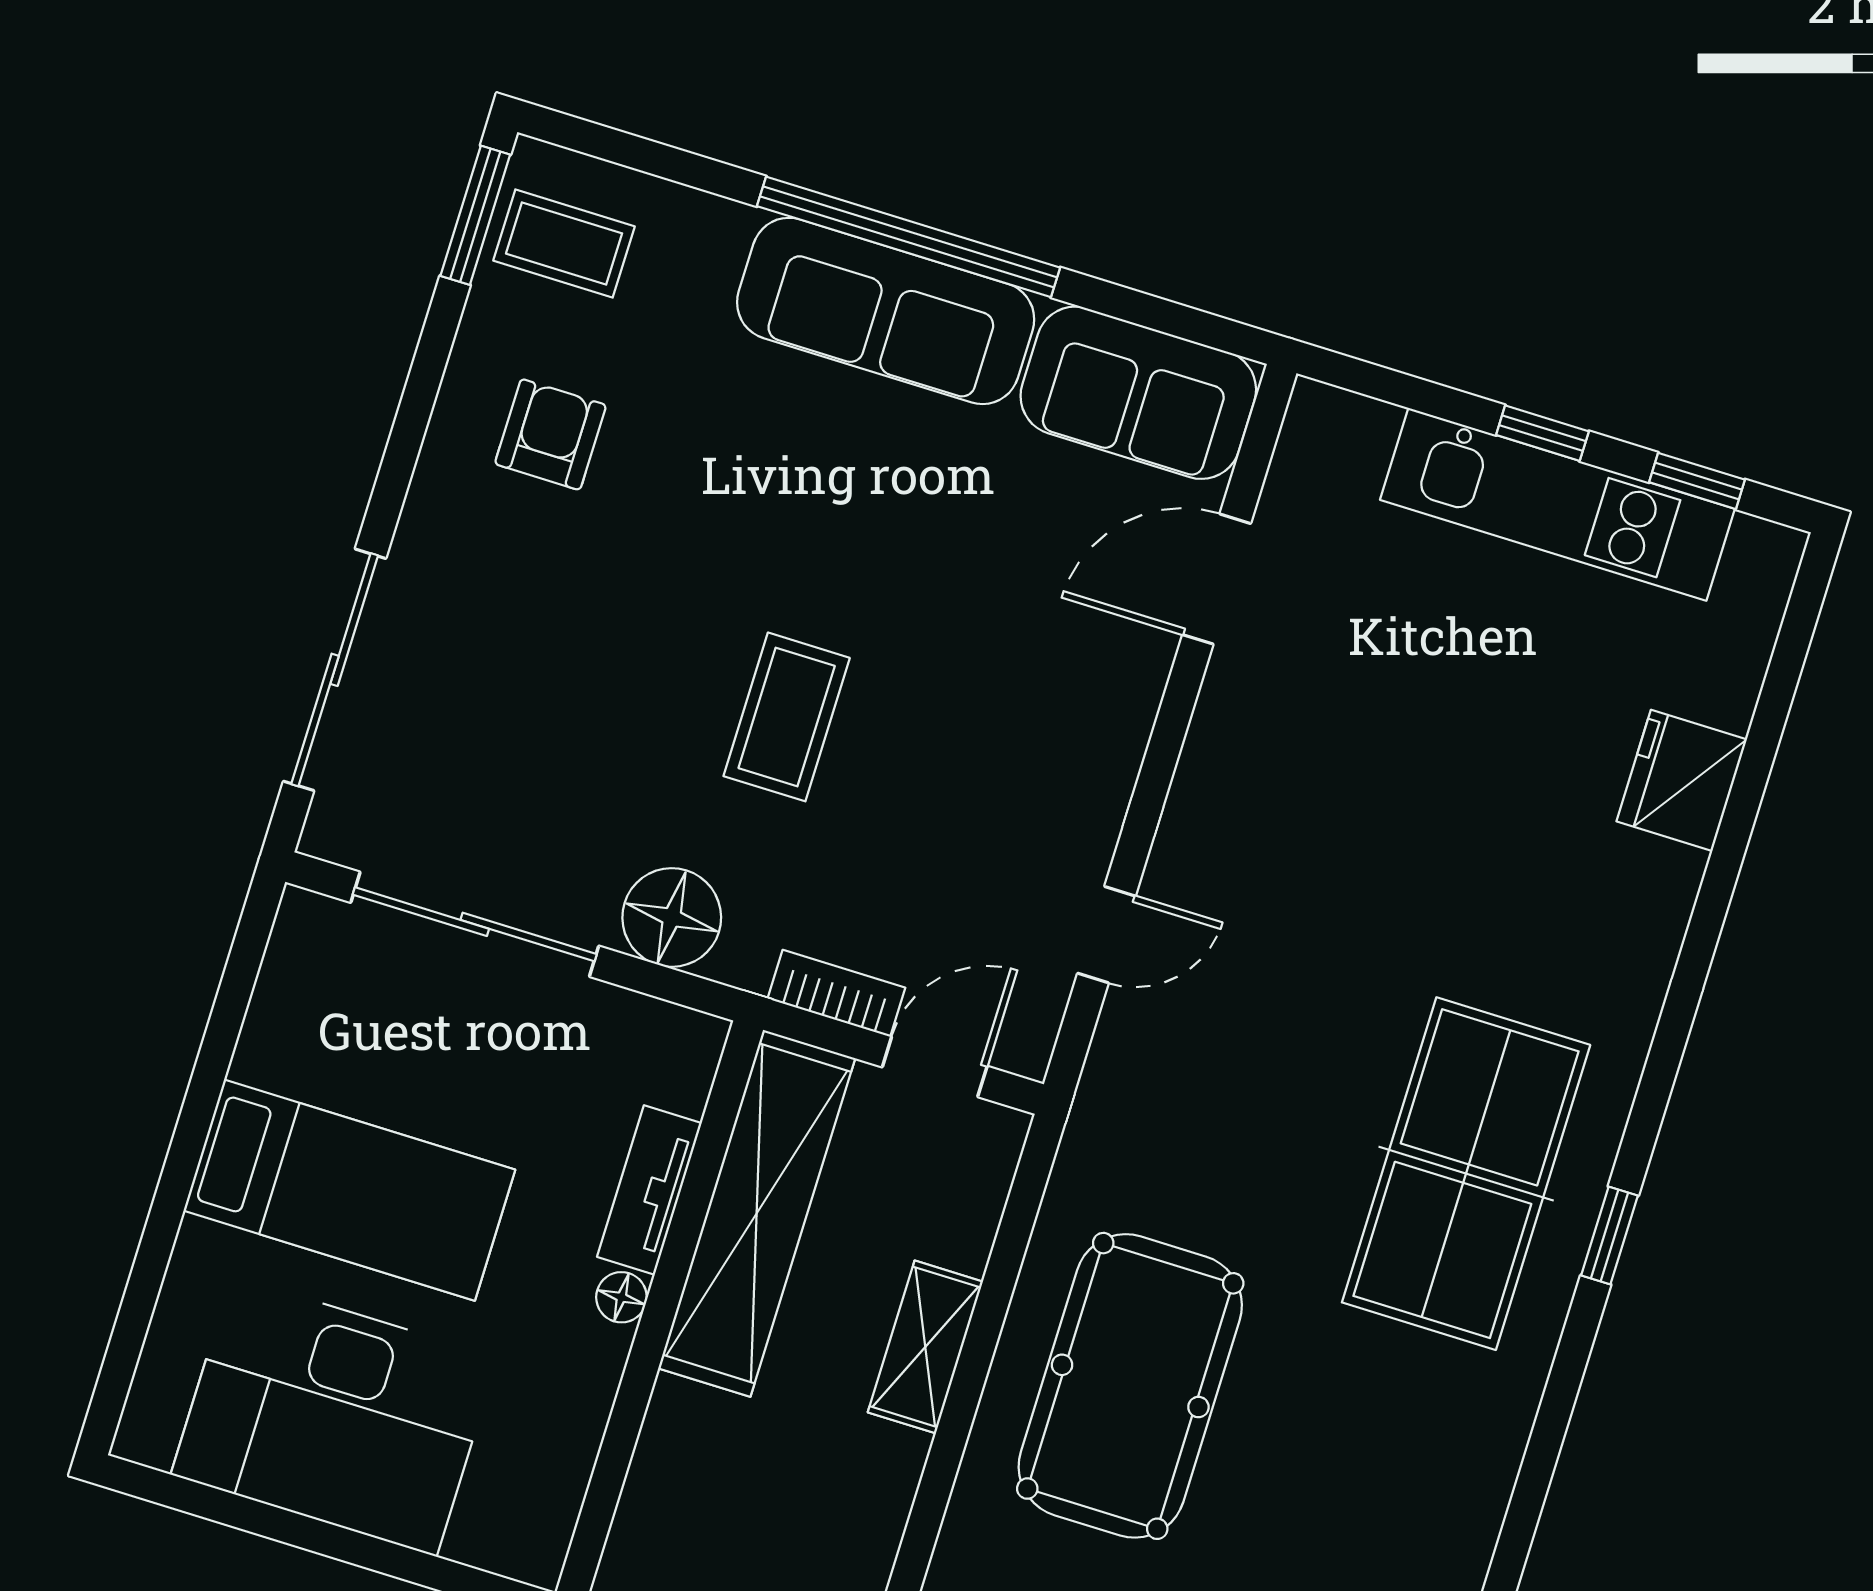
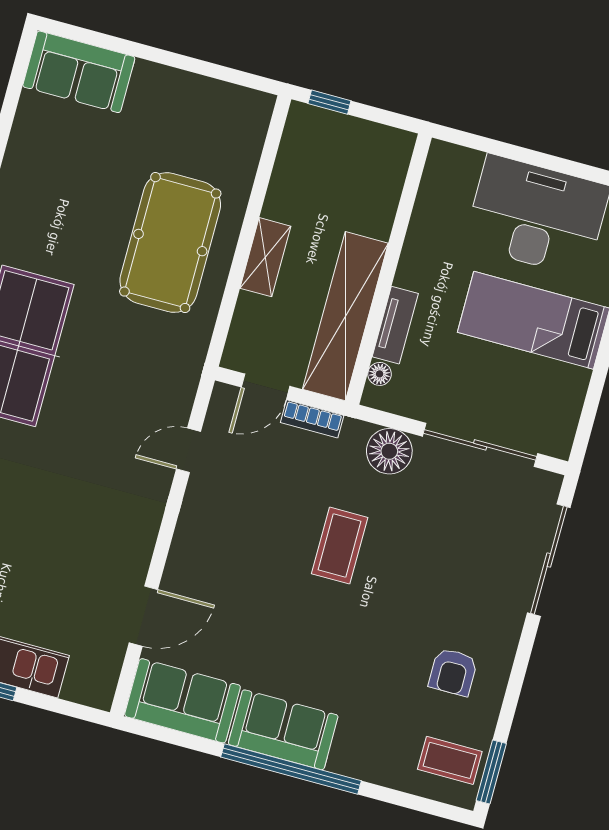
sofa: (886, 311) -> (283, 730), width x0.73
floor lamp: (621, 1297) -> (380, 374), moved

